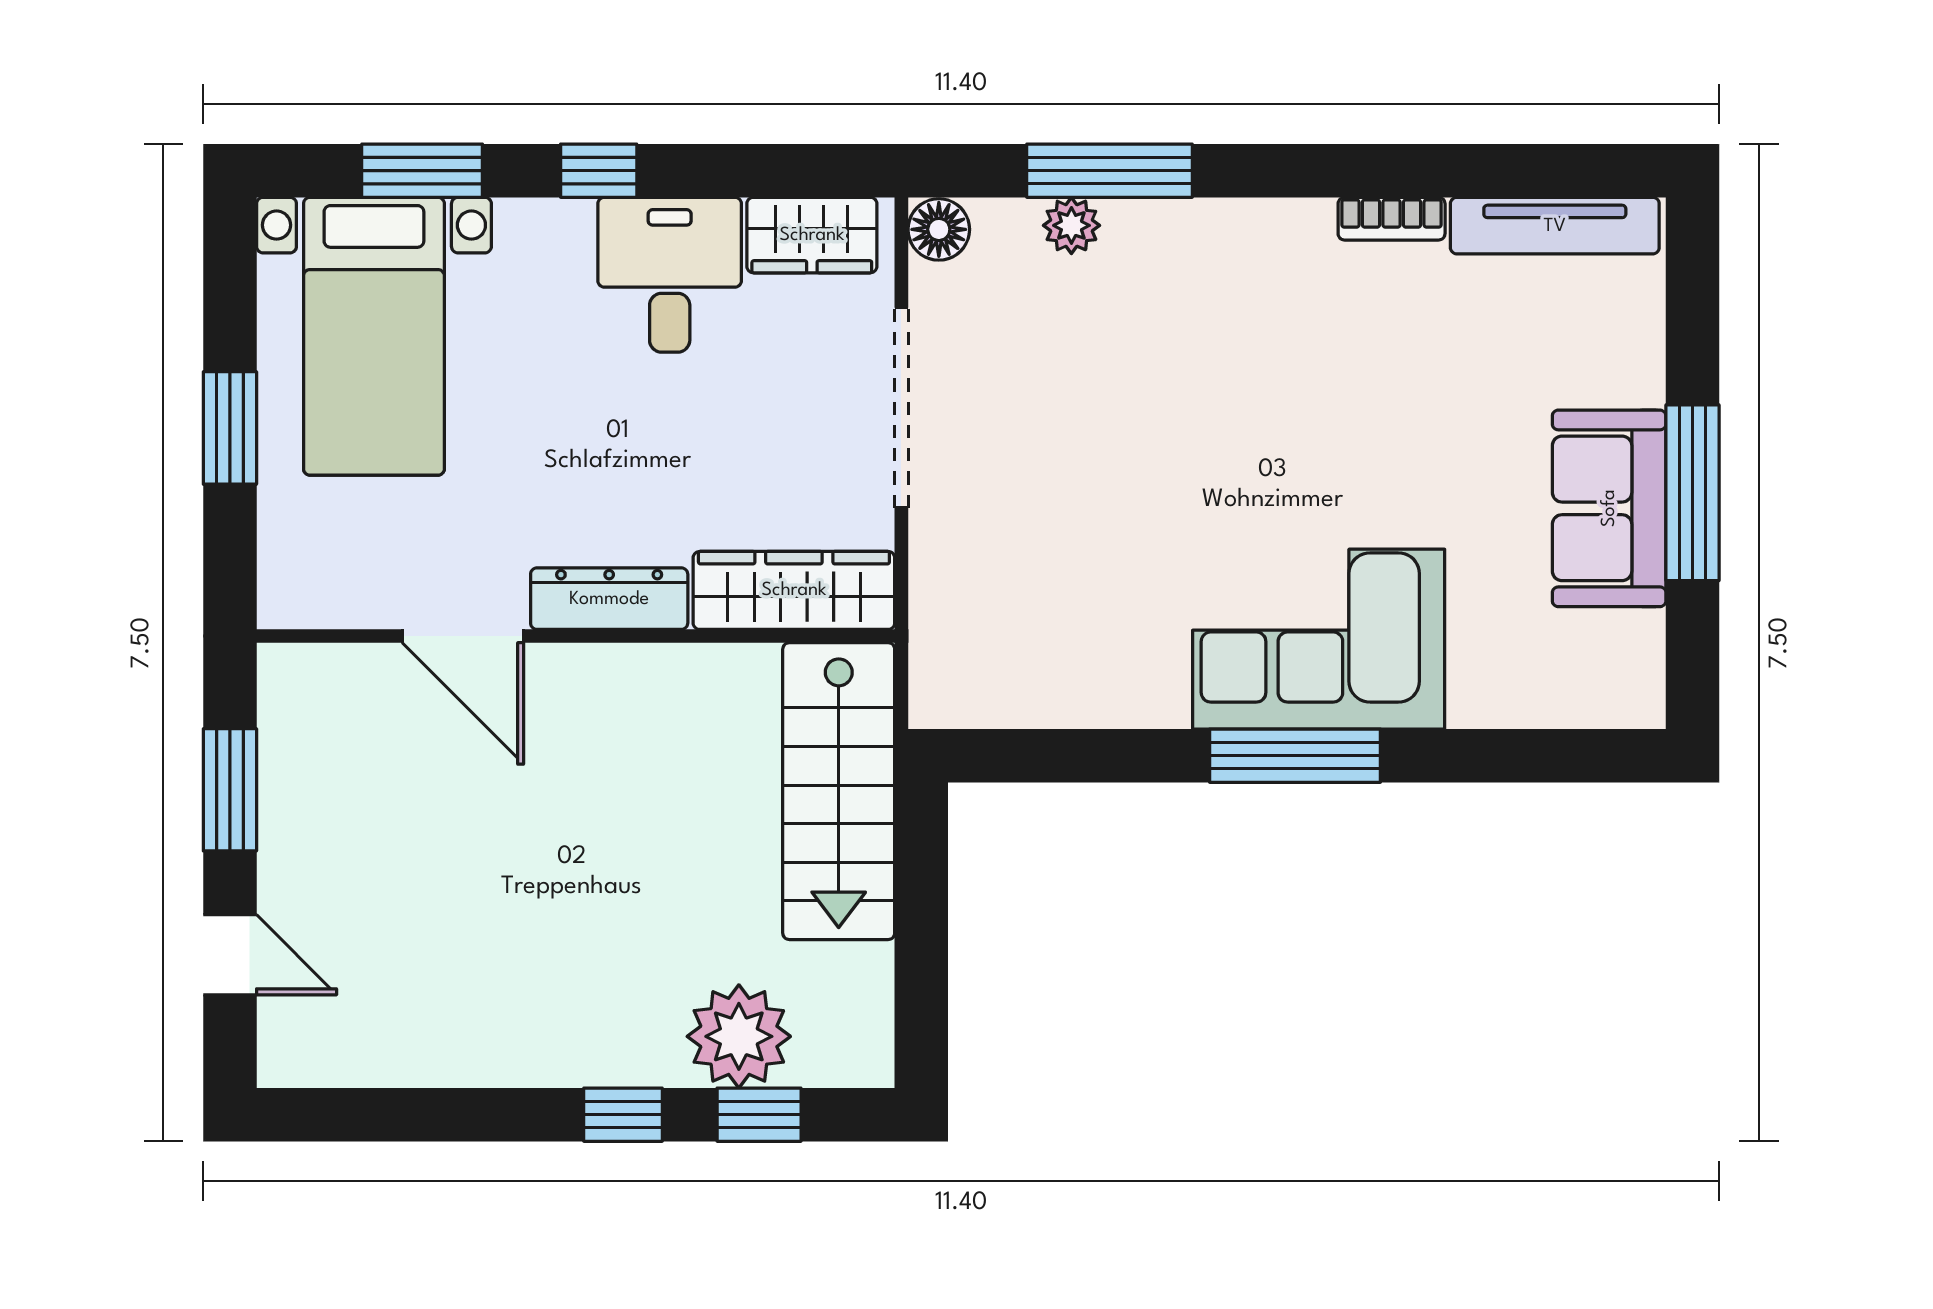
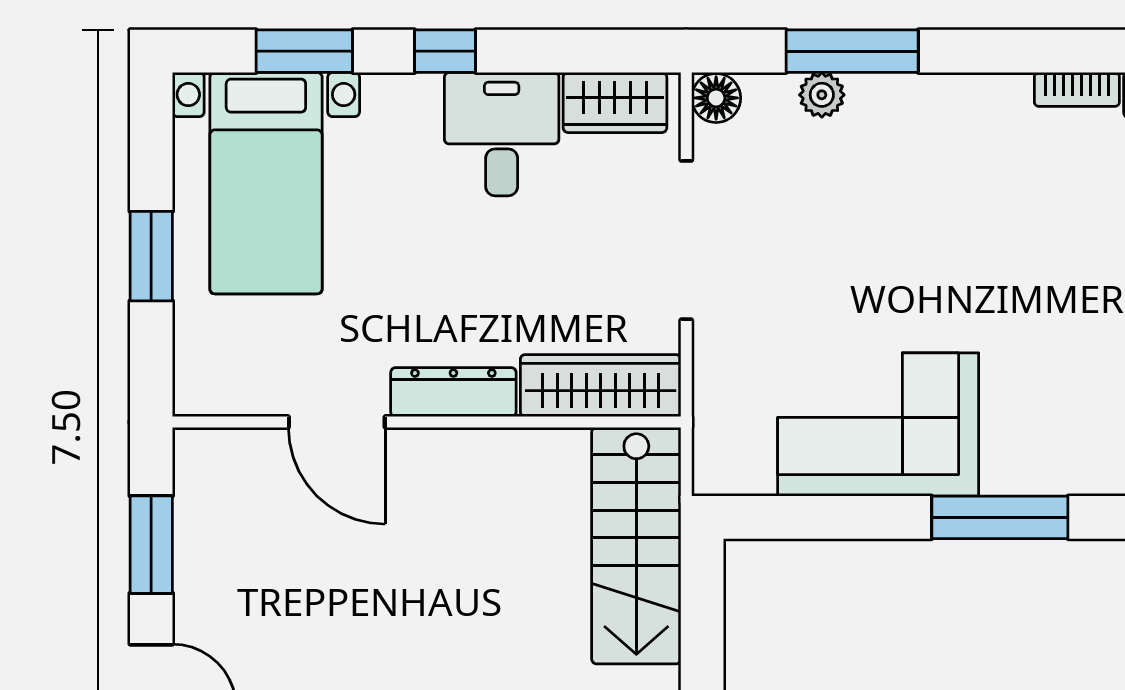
corner sofa: (1319, 639) -> (878, 424), moved

